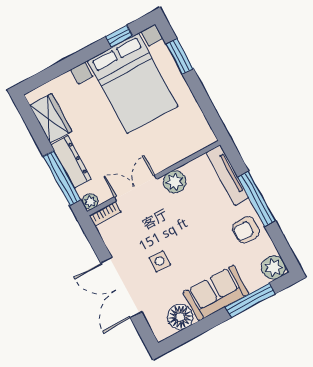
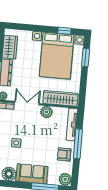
wardrobe: (183, 146) -> (60, 98), added

